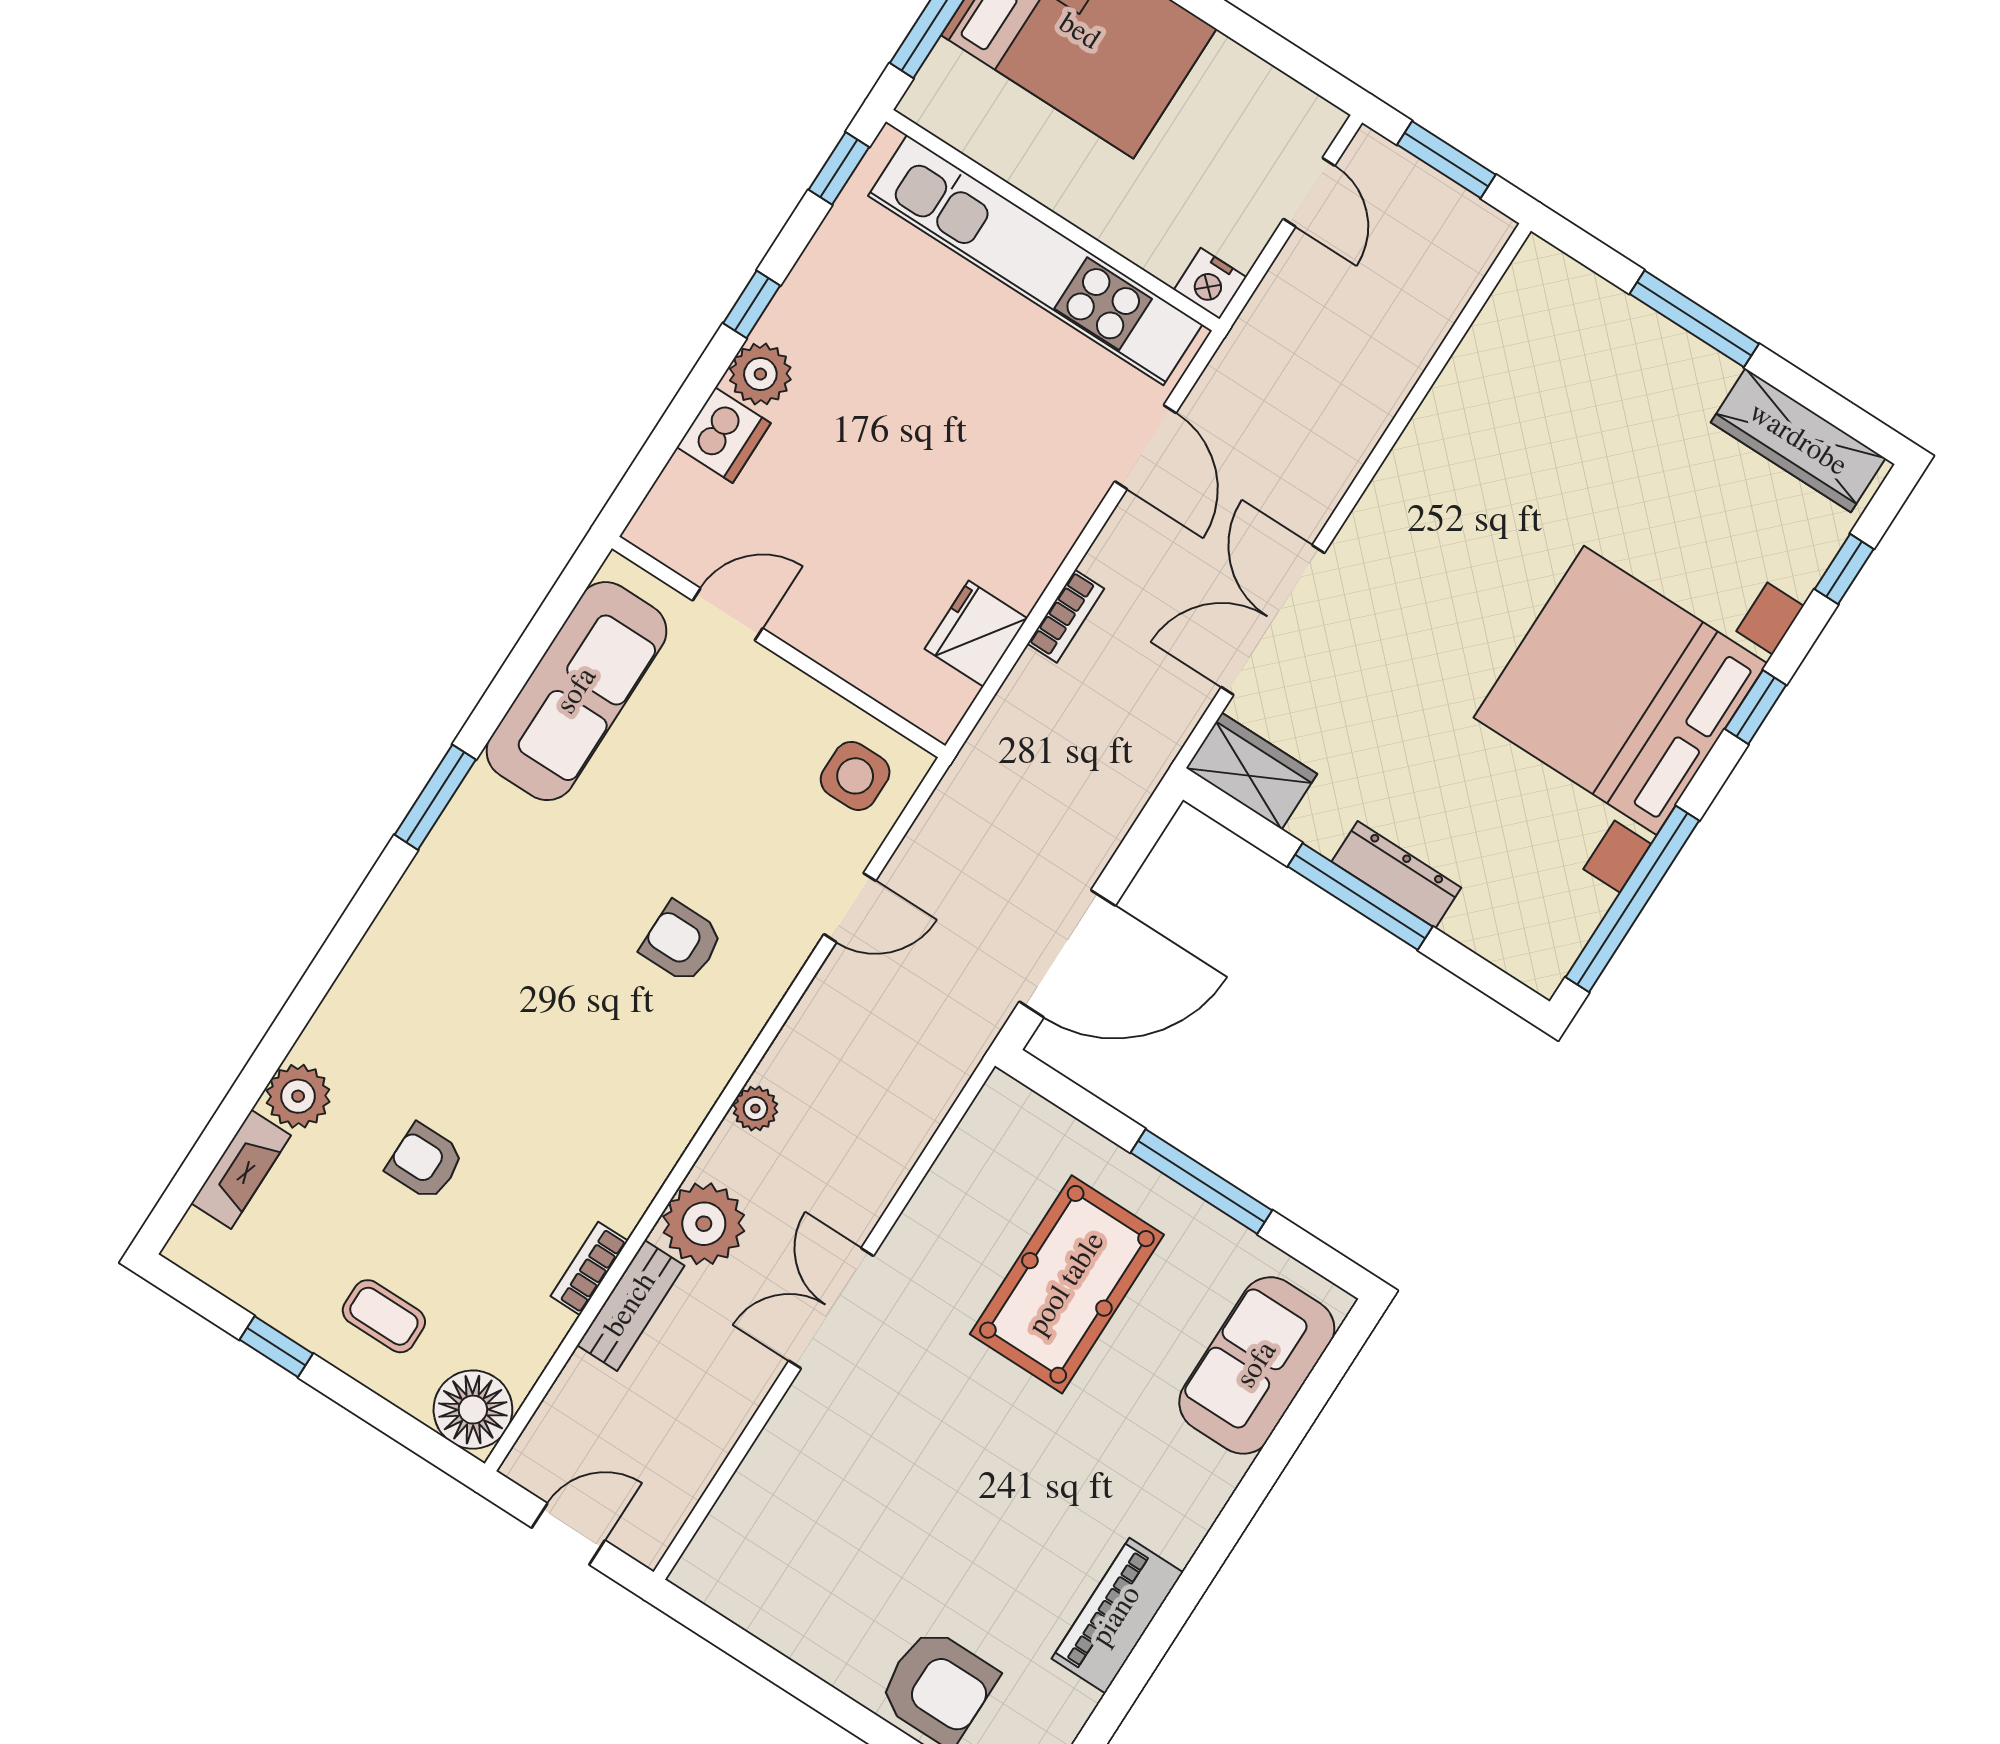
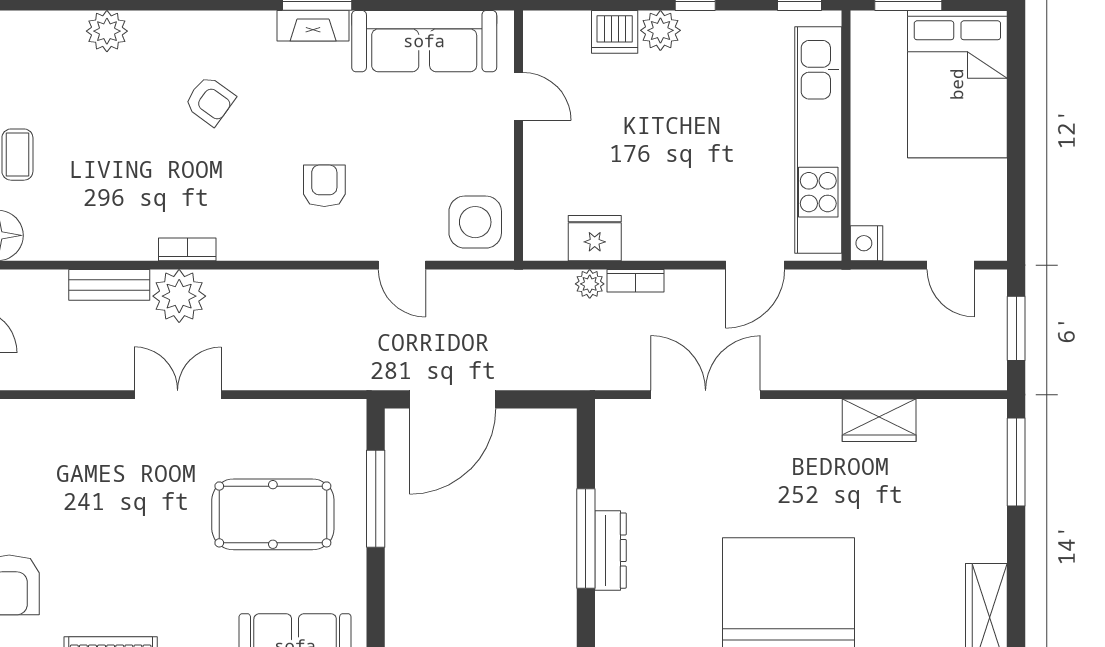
door: (1309, 192) -> (951, 265), hinge flipped
window: (1694, 319) -> (1016, 462), moved
wardrobe: (1252, 771) -> (879, 420), moved, turned 90
side table: (855, 776) -> (475, 222), width x1.37, depth x1.37
door: (1067, 954) -> (453, 399), hinge flipped
plant: (755, 1109) -> (590, 284), moved
armchair: (425, 1162) -> (210, 101), moved, turned 126
fireplace: (241, 1169) -> (313, 26), moved
window: (1201, 1181) -> (376, 499), moved
bookcase: (589, 1268) -> (187, 249), moved

